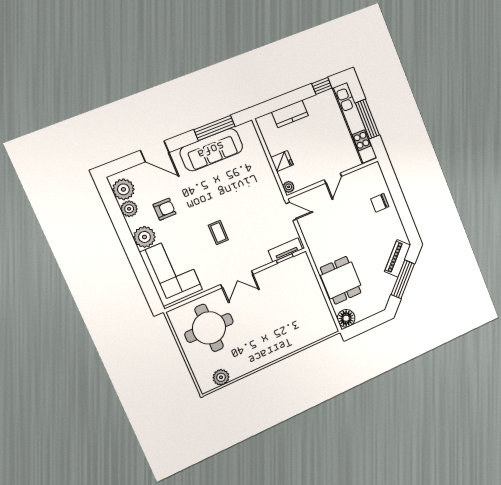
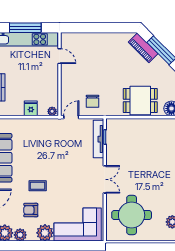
door: (333, 178) -> (59, 56), moved
chair: (380, 203) -> (92, 101), moved
armchair: (164, 209) -> (31, 210), turned -90
coffee table: (218, 232) -> (38, 186), moved
tv unit: (286, 250) -> (98, 139), width x1.41

